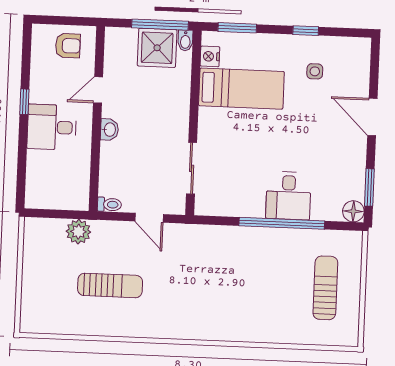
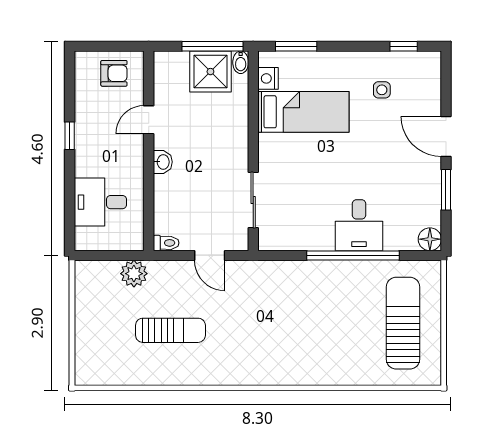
window: (306, 31) -> (404, 46), moved
desk: (52, 127) -> (100, 202), moved
window: (369, 187) -> (446, 190), moved
sun lounger: (325, 288) -> (403, 323), width x1.36, depth x1.34

